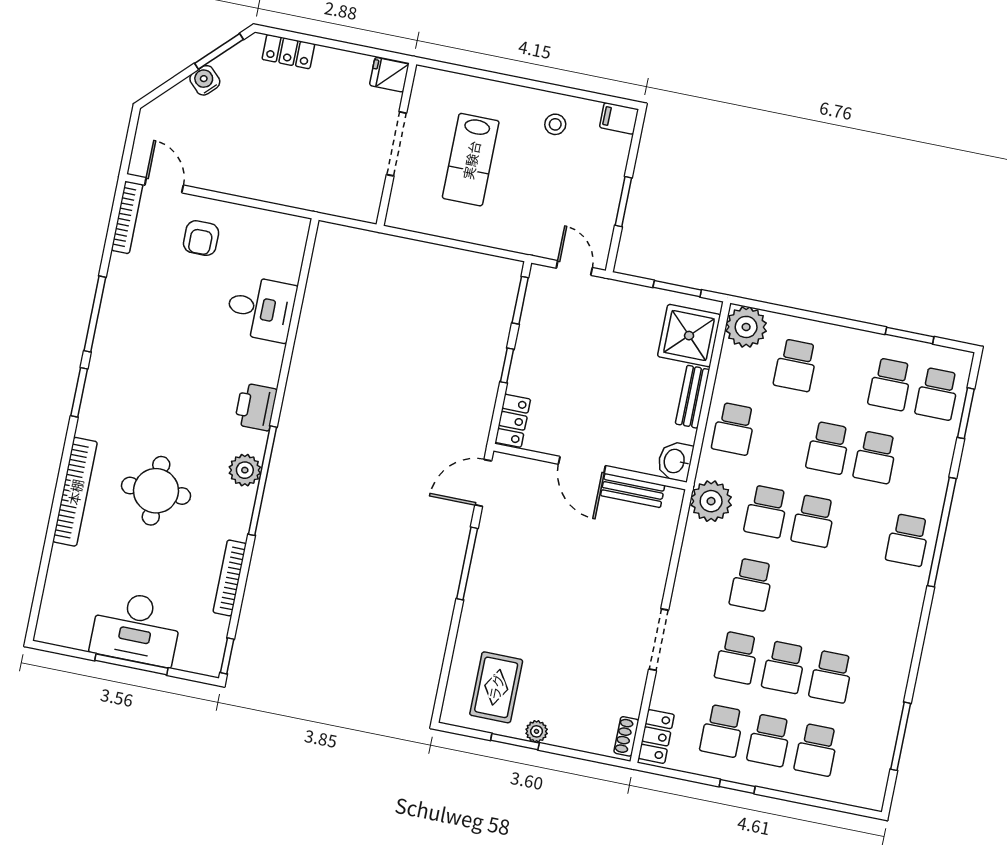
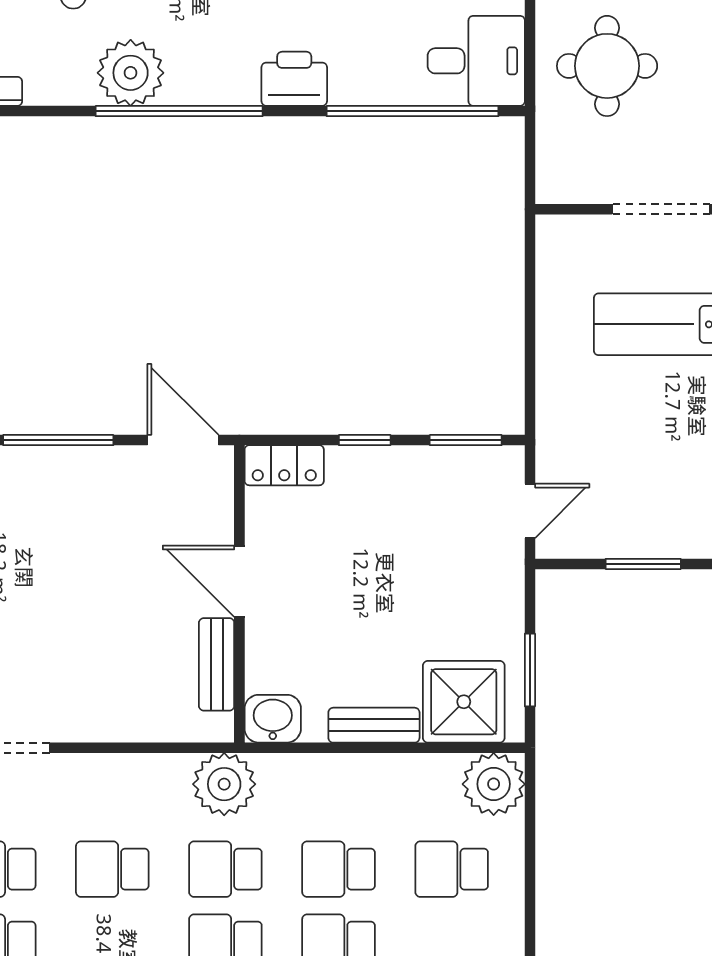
round table: (297, 160) -> (607, 66), added
window: (301, 292) -> (413, 111), added
desk: (261, 309) -> (476, 61), moved, turned -90
printer: (256, 407) -> (294, 79), moved
school desk: (734, 429) -> (339, 869), moved
door: (582, 465) -> (239, 581), hinge flipped
plant: (245, 470) -> (131, 73), width x1.36, depth x1.36
window: (262, 481) -> (179, 111), moved

